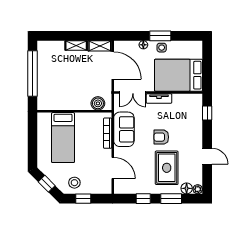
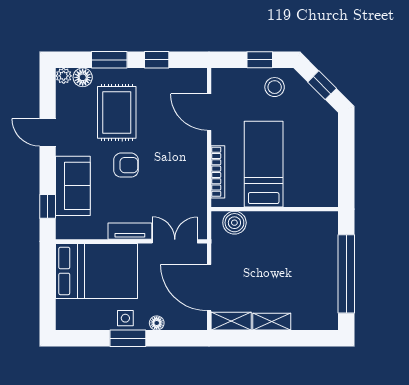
sofa: (124, 129) -> (73, 186), moved, turned 180
bed: (63, 138) -> (264, 164), moved

